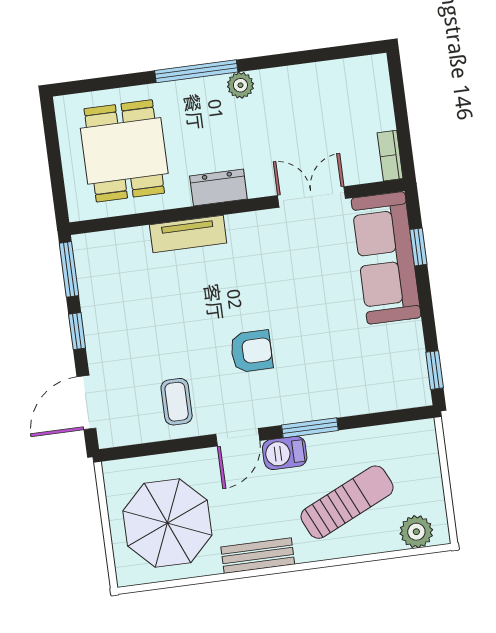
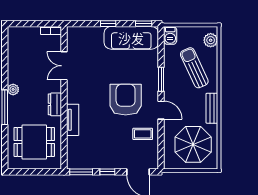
window: (418, 247) -> (108, 24), moved
sofa: (386, 258) -> (131, 38), moved
armchair: (251, 351) -> (126, 100), width x1.88, depth x1.88
barbecue: (285, 453) -> (170, 35), moved

